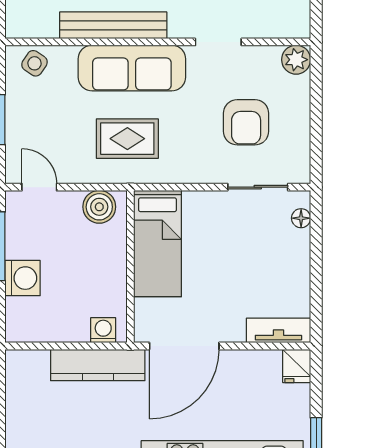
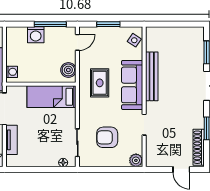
tv unit: (278, 330) -> (12, 140), moved

